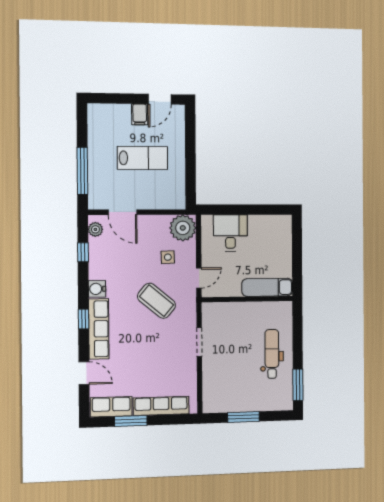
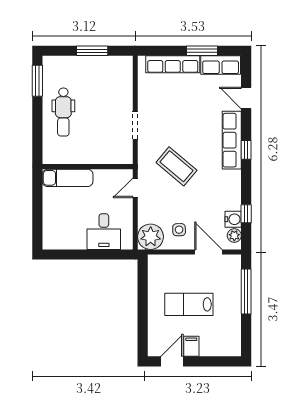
side table: (168, 257) -> (179, 230), moved
water cooler: (97, 289) -> (233, 219), moved

